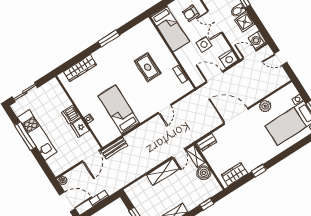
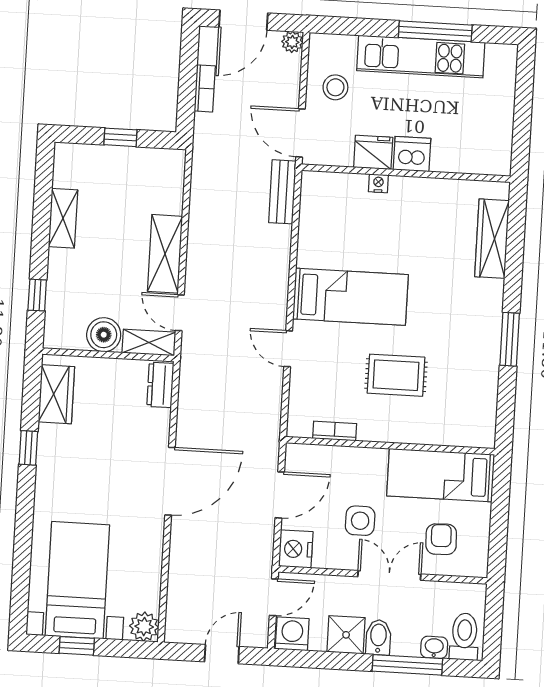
sliding door: (25, 92) -> (524, 94), removed
plant: (265, 106) -> (144, 627), moved
bed: (119, 110) -> (350, 297), moved
stool: (67, 156) -> (335, 87), added

